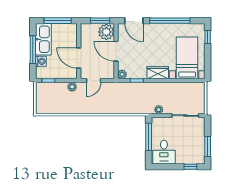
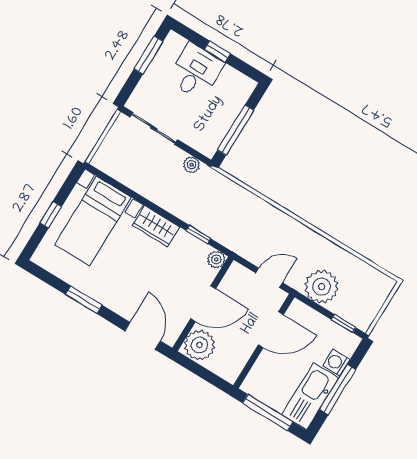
window: (100, 21) -> (198, 370), removed
window: (170, 21) -> (84, 300), width x0.47
window: (208, 37) -> (51, 215), moved
door: (116, 51) -> (203, 304), hinge flipped
door: (79, 58) -> (271, 330), hinge flipped
plant: (72, 87) -> (322, 287), width x1.87, depth x1.87
desk: (164, 152) -> (196, 71), moved
window: (190, 167) -> (217, 51), moved

